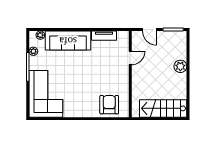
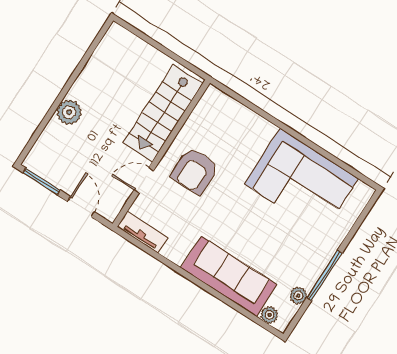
tv unit: (104, 36) -> (143, 232), moved
corner sofa: (46, 94) -> (301, 181), moved, turned -90
armchair: (109, 105) -> (195, 171), moved
stairs: (163, 108) -> (163, 113), moved, turned 90

